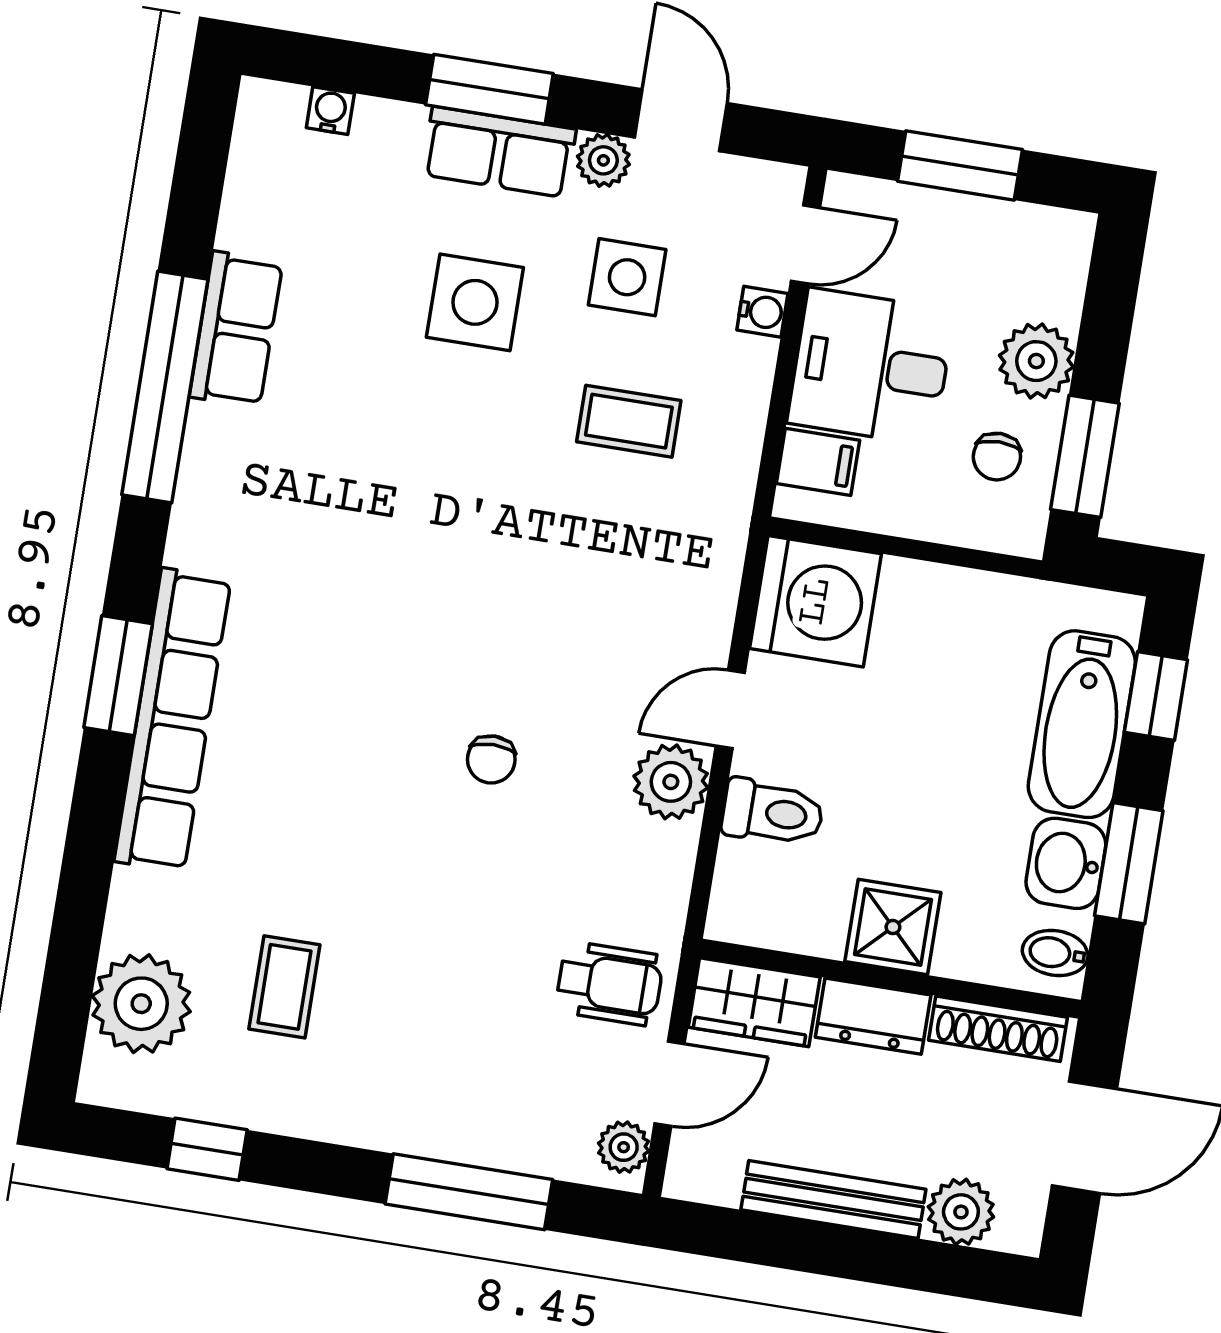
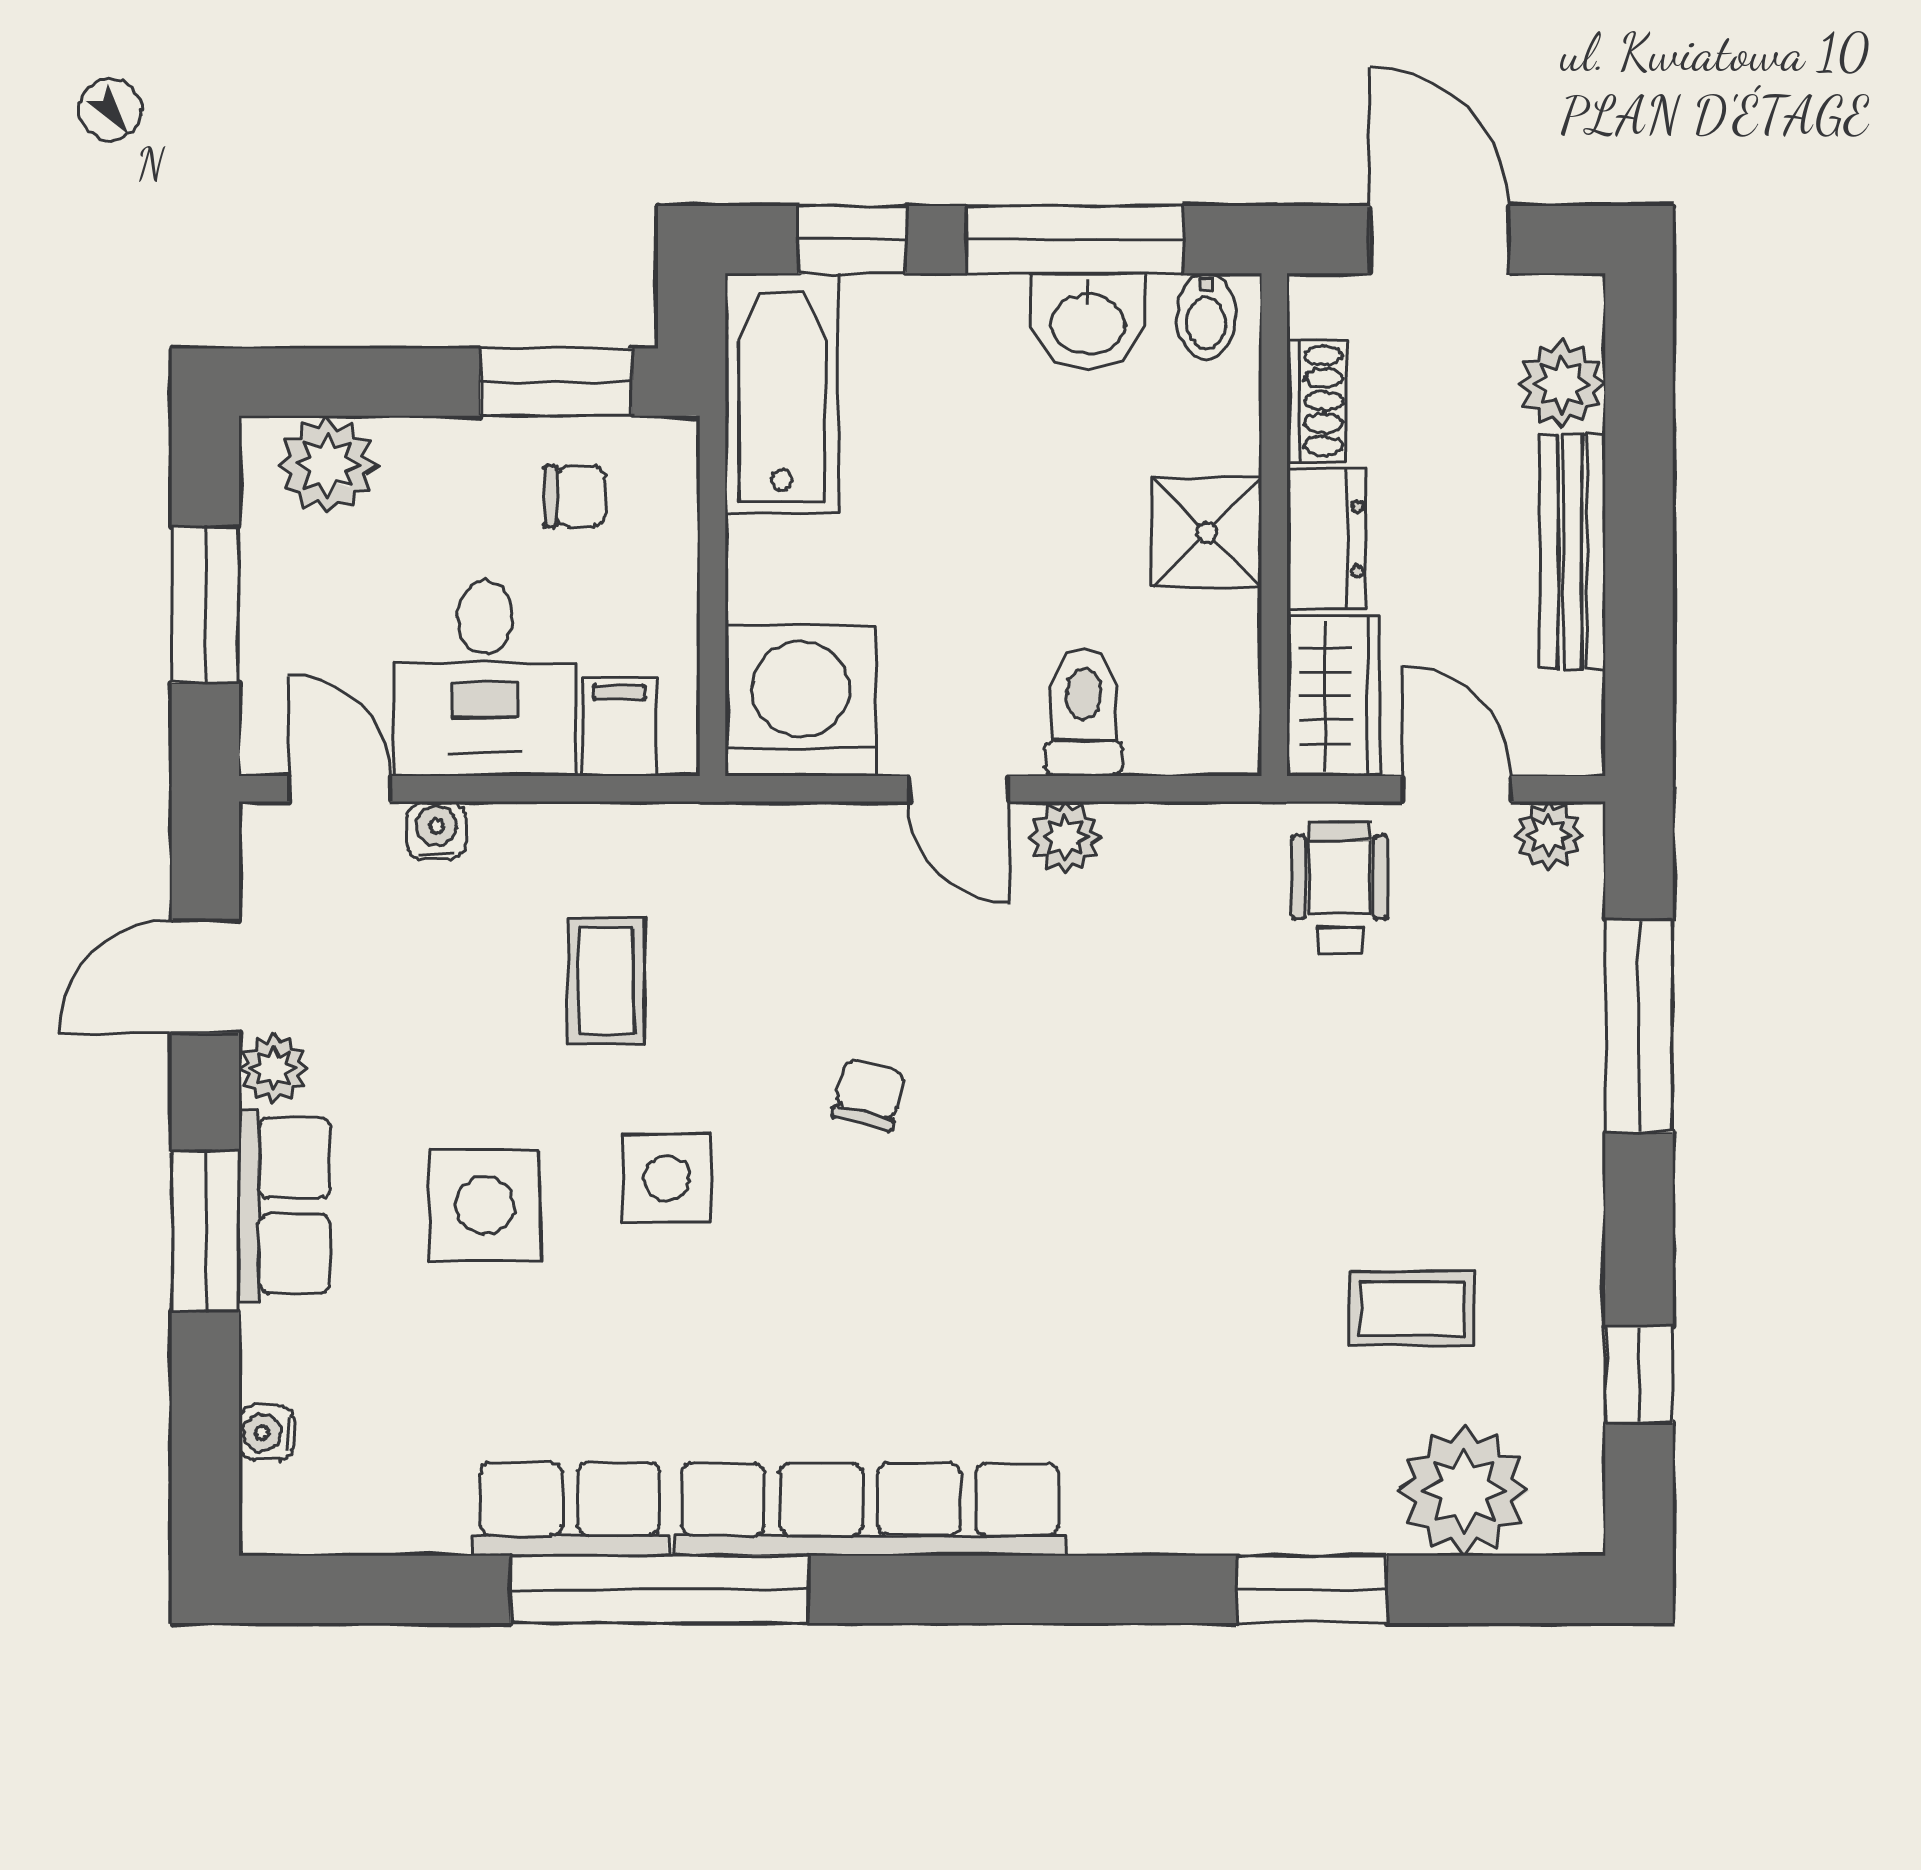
side table: (627, 277) -> (667, 1178), moved
plant: (1036, 361) -> (328, 465), moved
window: (118, 676) -> (1312, 1589), moved
row of seats: (173, 720) -> (870, 1509), moved
bathtub: (1082, 724) -> (782, 393), moved, turned -90
chair: (491, 759) -> (869, 1094), moved, turned -76
plant: (671, 782) -> (1065, 837), width x0.73, depth x0.73
window: (1129, 863) -> (1075, 240), width x1.44
shoe rack: (998, 1029) -> (1317, 401), width x0.70

